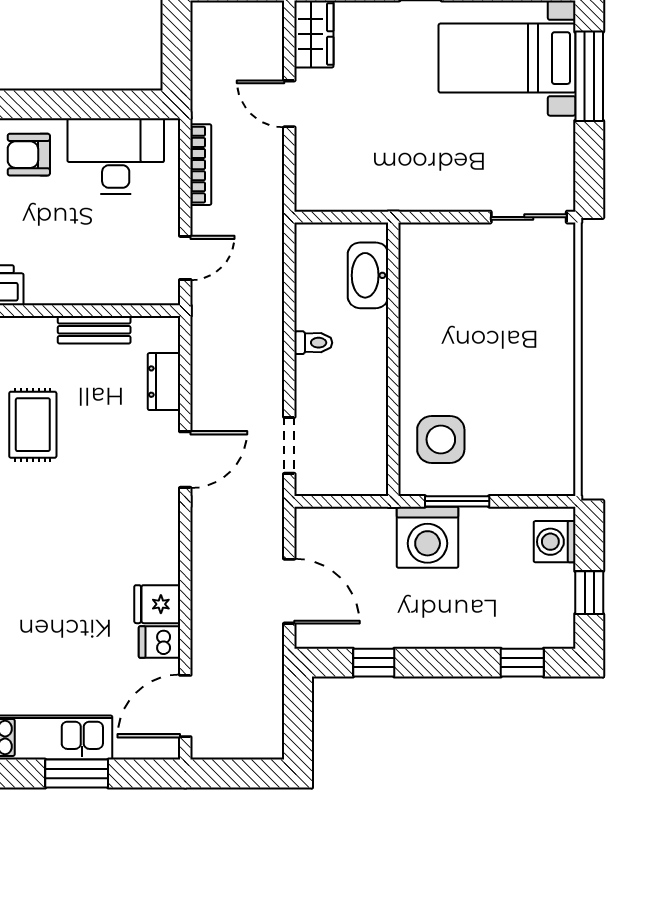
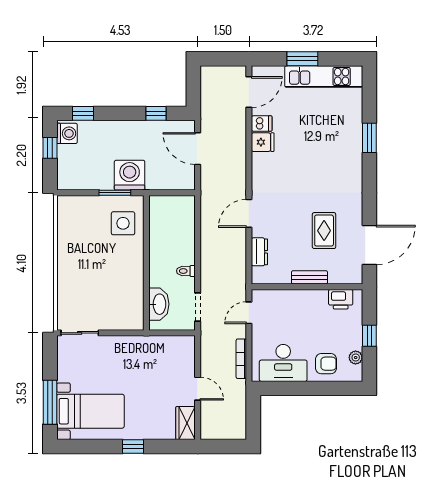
bench: (94, 330) -> (309, 277), moved
doorway: (289, 445) -> (198, 307), moved
washing machine: (555, 542) -> (67, 133), moved

